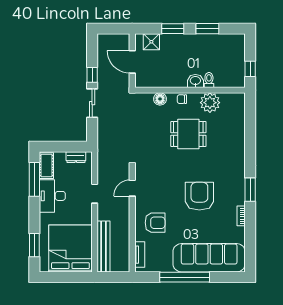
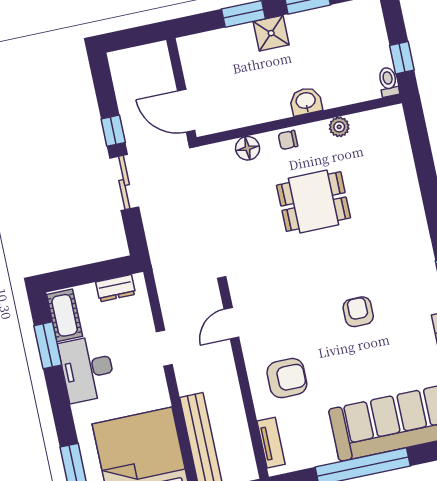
shower: (151, 42) -> (271, 33), moved
door: (132, 62) -> (186, 111), moved
toilet: (209, 80) -> (388, 82), moved
plant: (210, 103) -> (339, 127), width x0.53, depth x0.53
window: (34, 179) -> (48, 345), width x0.69
armchair: (199, 196) -> (358, 312), width x0.53, depth x0.53

